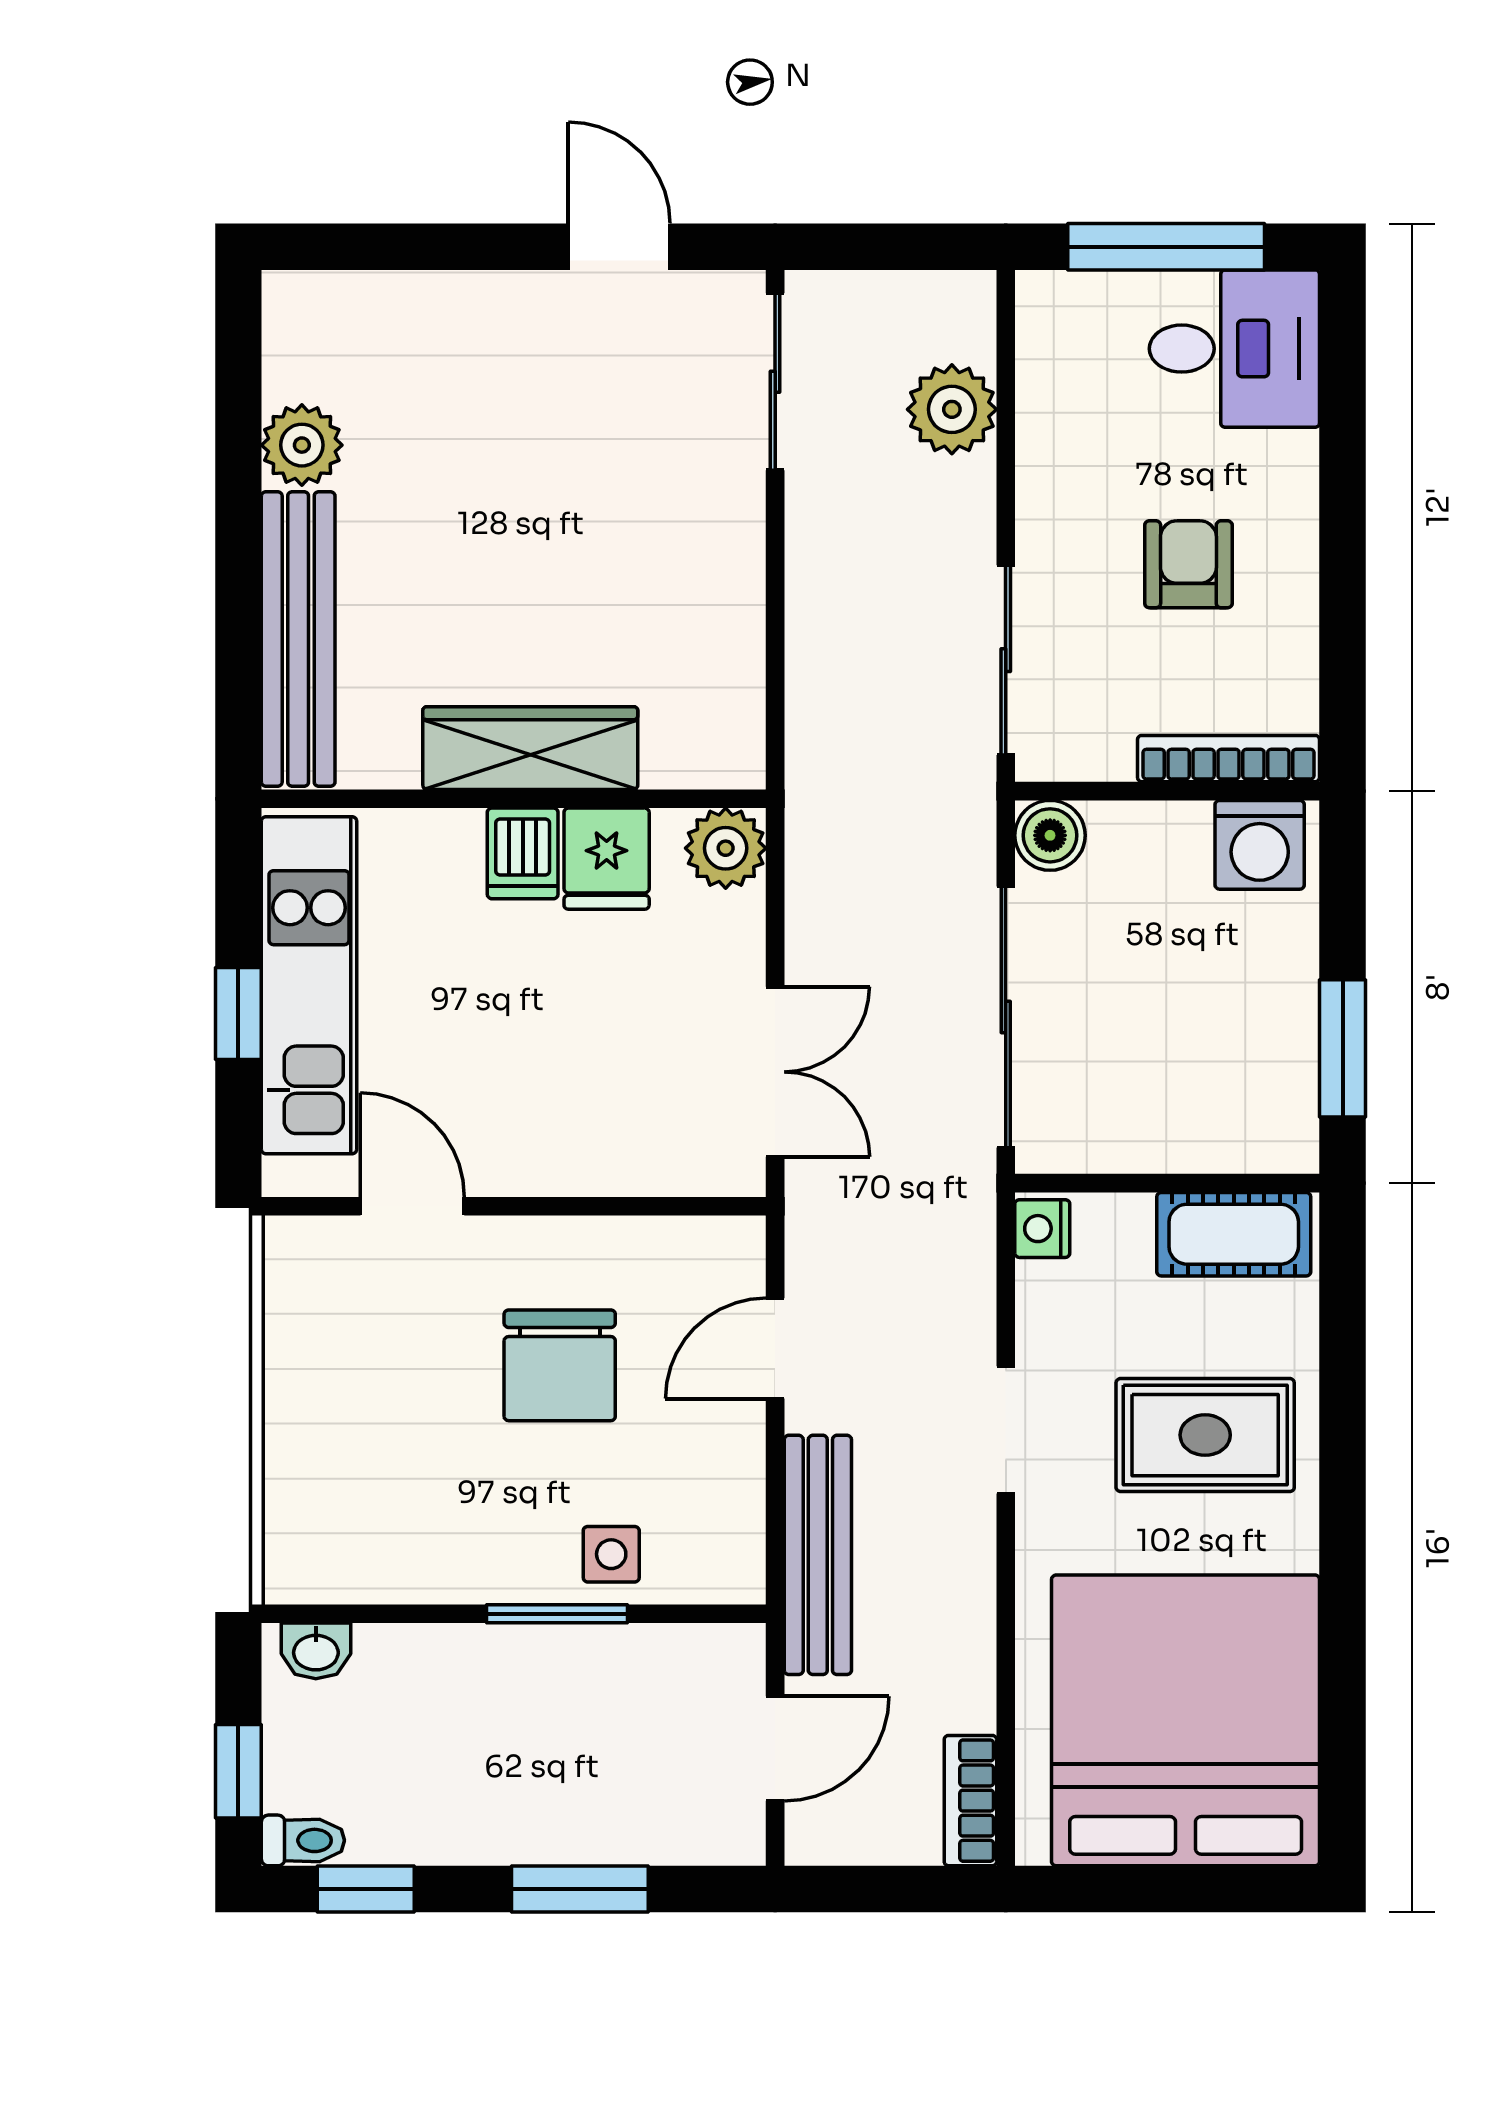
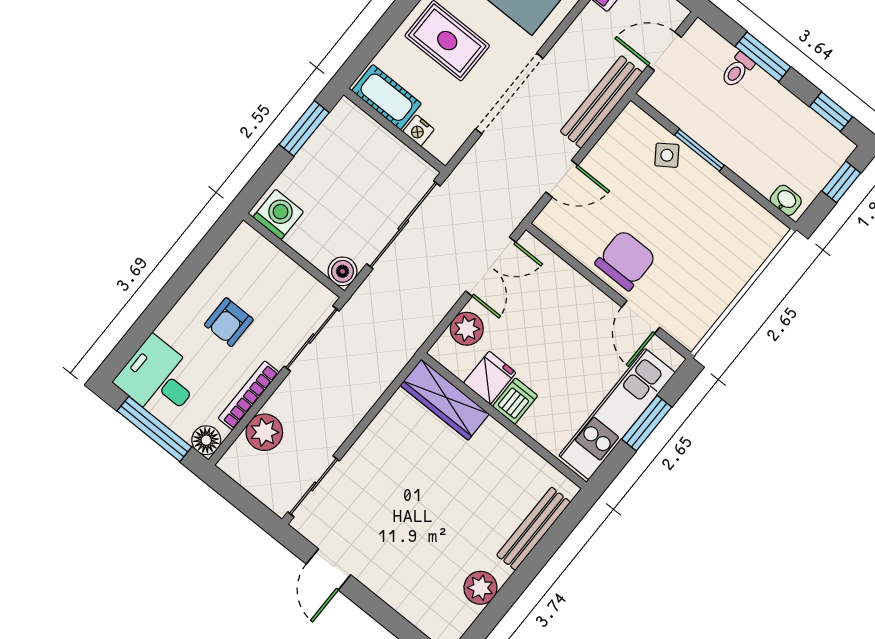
floor lamp: (1050, 305) -> (206, 440), added
bench: (298, 639) -> (534, 529), width x0.73, depth x0.82
wardrobe: (530, 748) -> (445, 400), moved
bookcase: (1228, 759) -> (249, 395), moved, turned 90
plant: (726, 848) -> (467, 329), moved
window: (238, 1014) -> (647, 423), width x1.50
double door: (775, 1072) -> (491, 267), swing flipped
nightstand: (1042, 1229) -> (418, 131), moved, turned 90
chair: (560, 1365) -> (626, 260), moved
doorway: (1006, 1430) -> (509, 94), width x1.87
side table: (611, 1554) -> (667, 155), turned -35
toilet: (303, 1840) -> (737, 70), moved, turned -90

